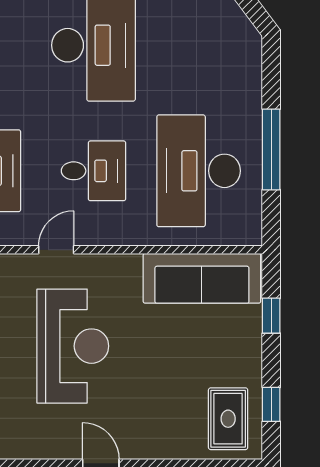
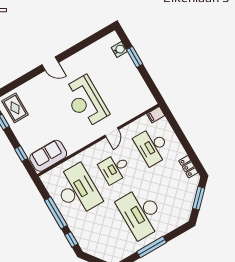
window: (271, 75) -> (71, 239), added
sofa: (202, 278) -> (48, 156), width x0.73

